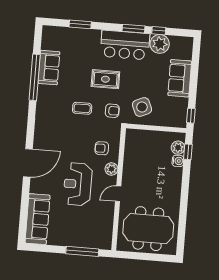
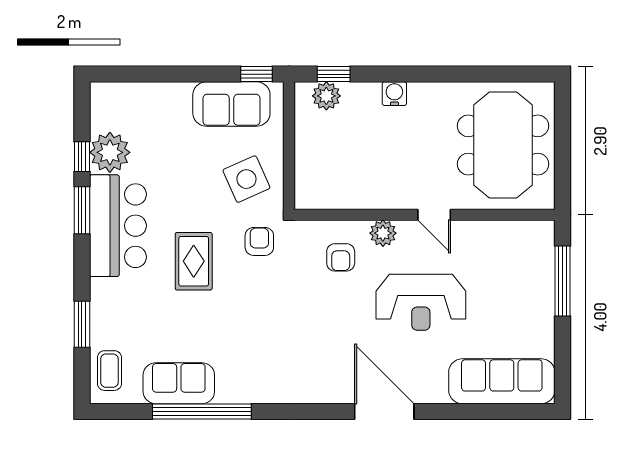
sofa: (180, 78) -> (231, 104), moved
coffee table: (82, 108) -> (109, 371), moved
water cooler: (178, 161) -> (394, 94), moved

